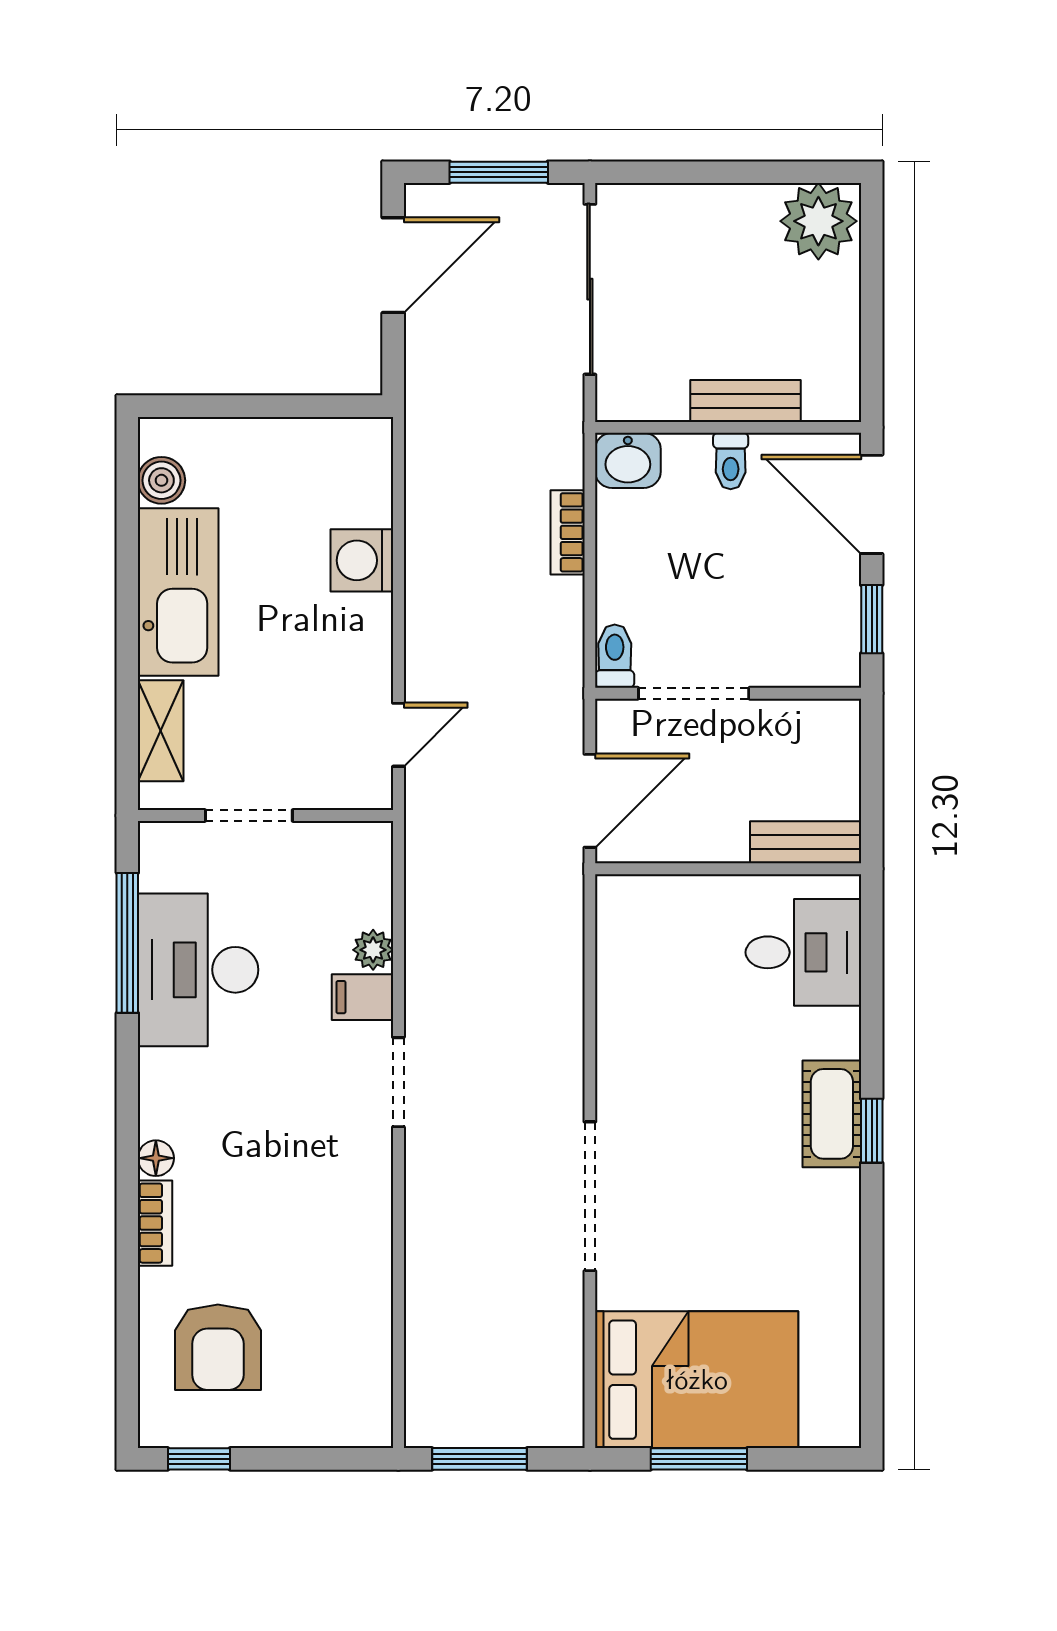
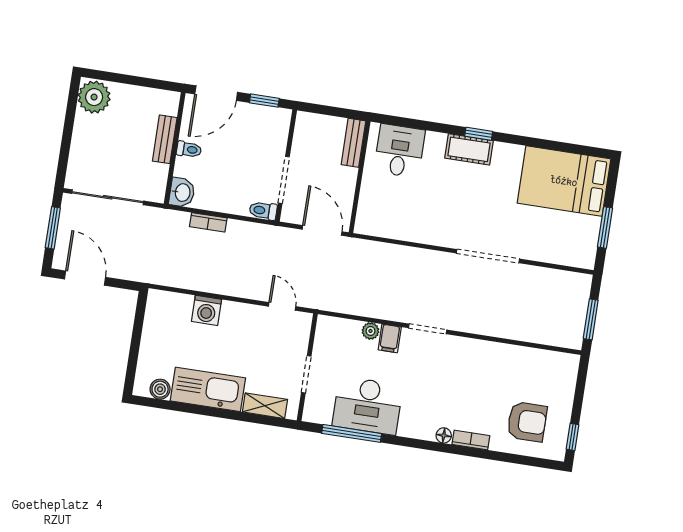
bed: (697, 1380) -> (564, 181), moved, turned -90

